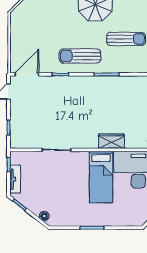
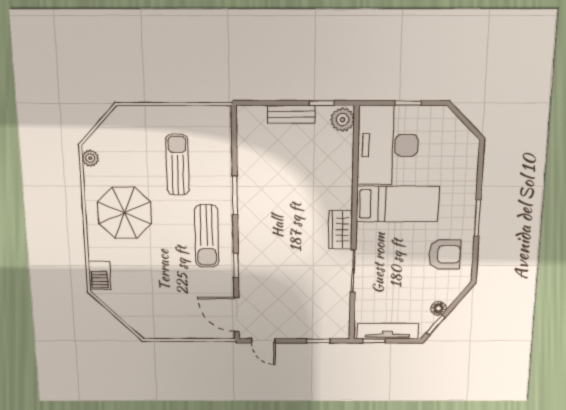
wardrobe: (111, 141) -> (340, 230), moved
tv unit: (15, 179) -> (388, 331), width x1.41
armchair: (68, 208) -> (445, 254), added
floor lamp: (44, 216) -> (438, 308), moved

